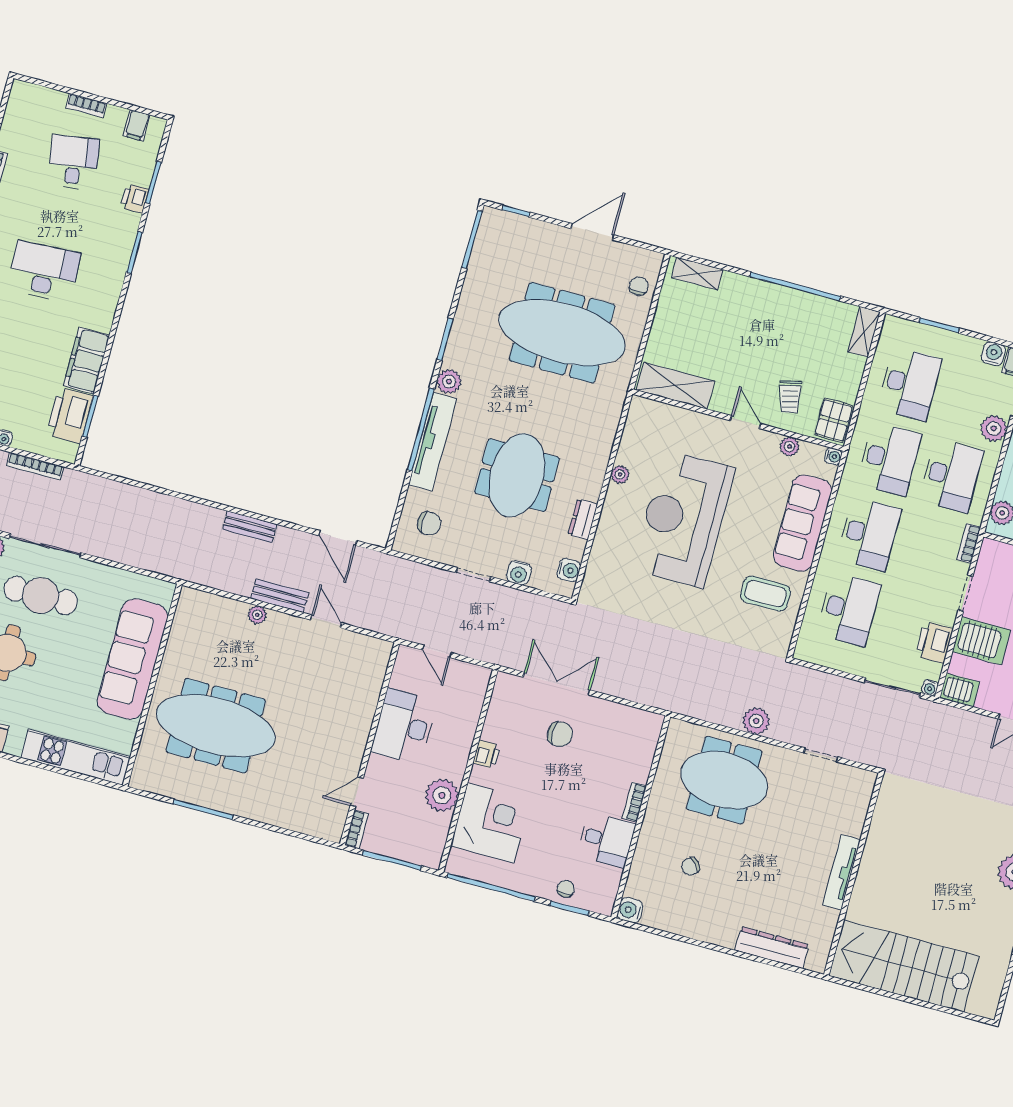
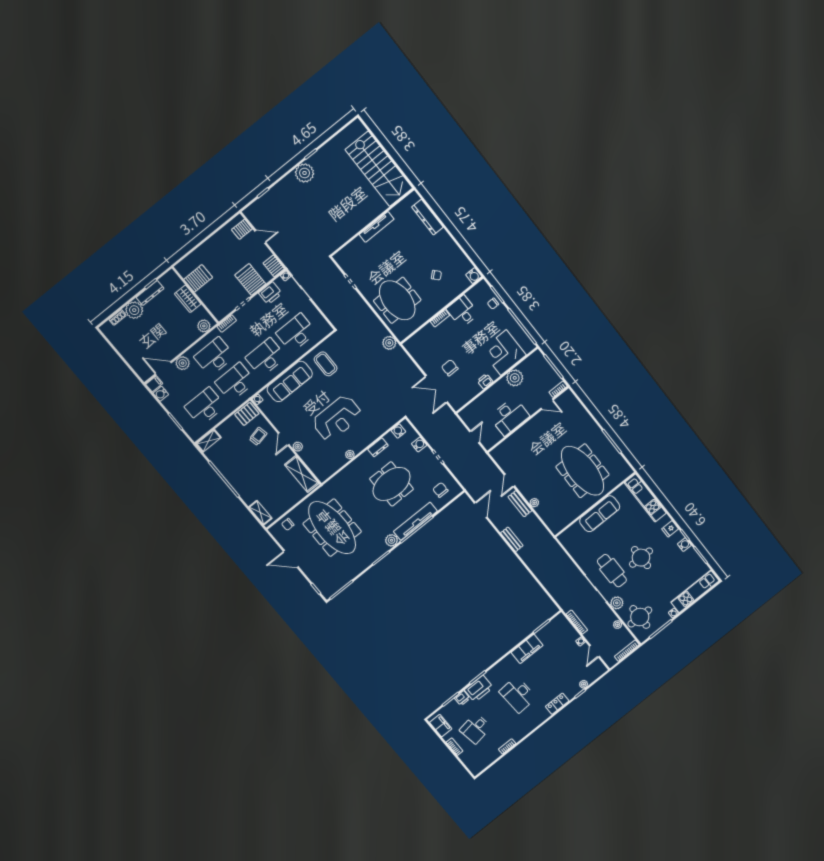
filing cabinet: (137, 125) -> (441, 726), width x2.00
printer: (70, 415) -> (479, 689), moved
plant: (789, 446) -> (298, 447), moved
reception desk: (683, 519) -> (337, 418), width x0.74, depth x0.77
sofa: (133, 659) -> (600, 514), width x0.74, depth x0.79
plant: (756, 721) -> (389, 343), moved

